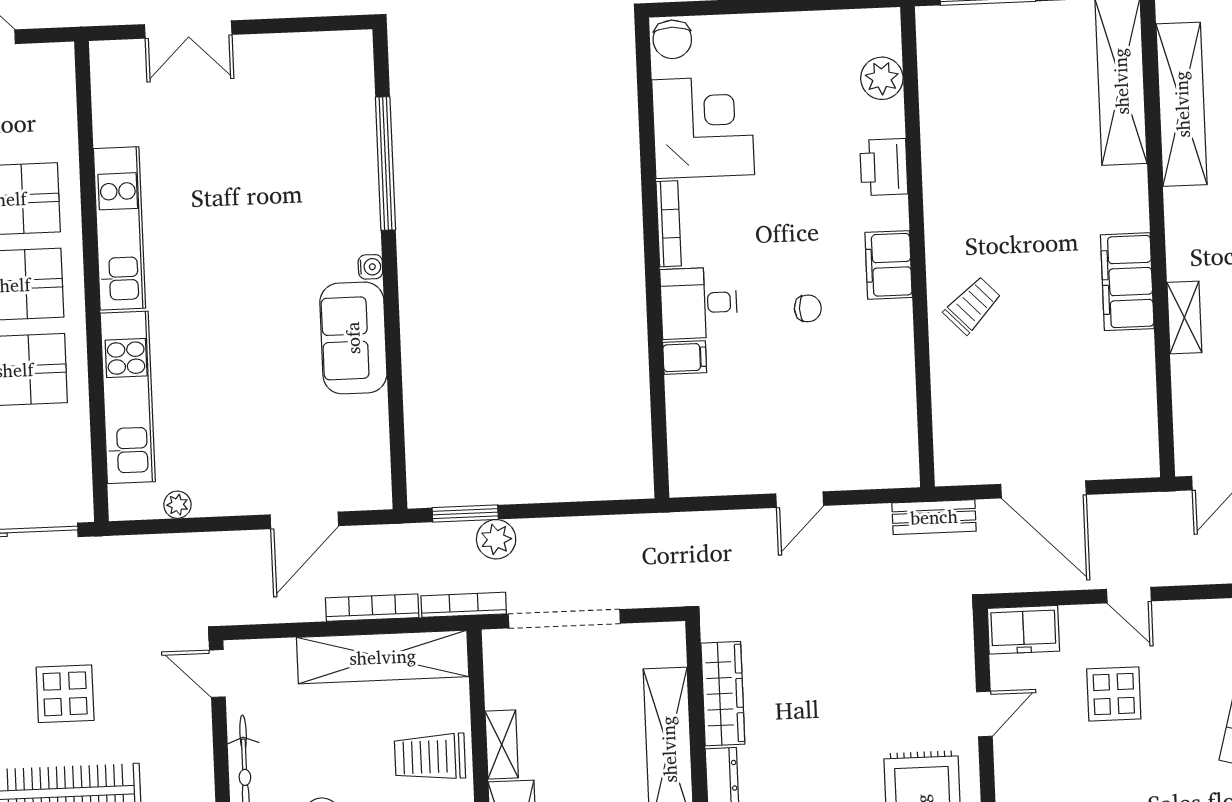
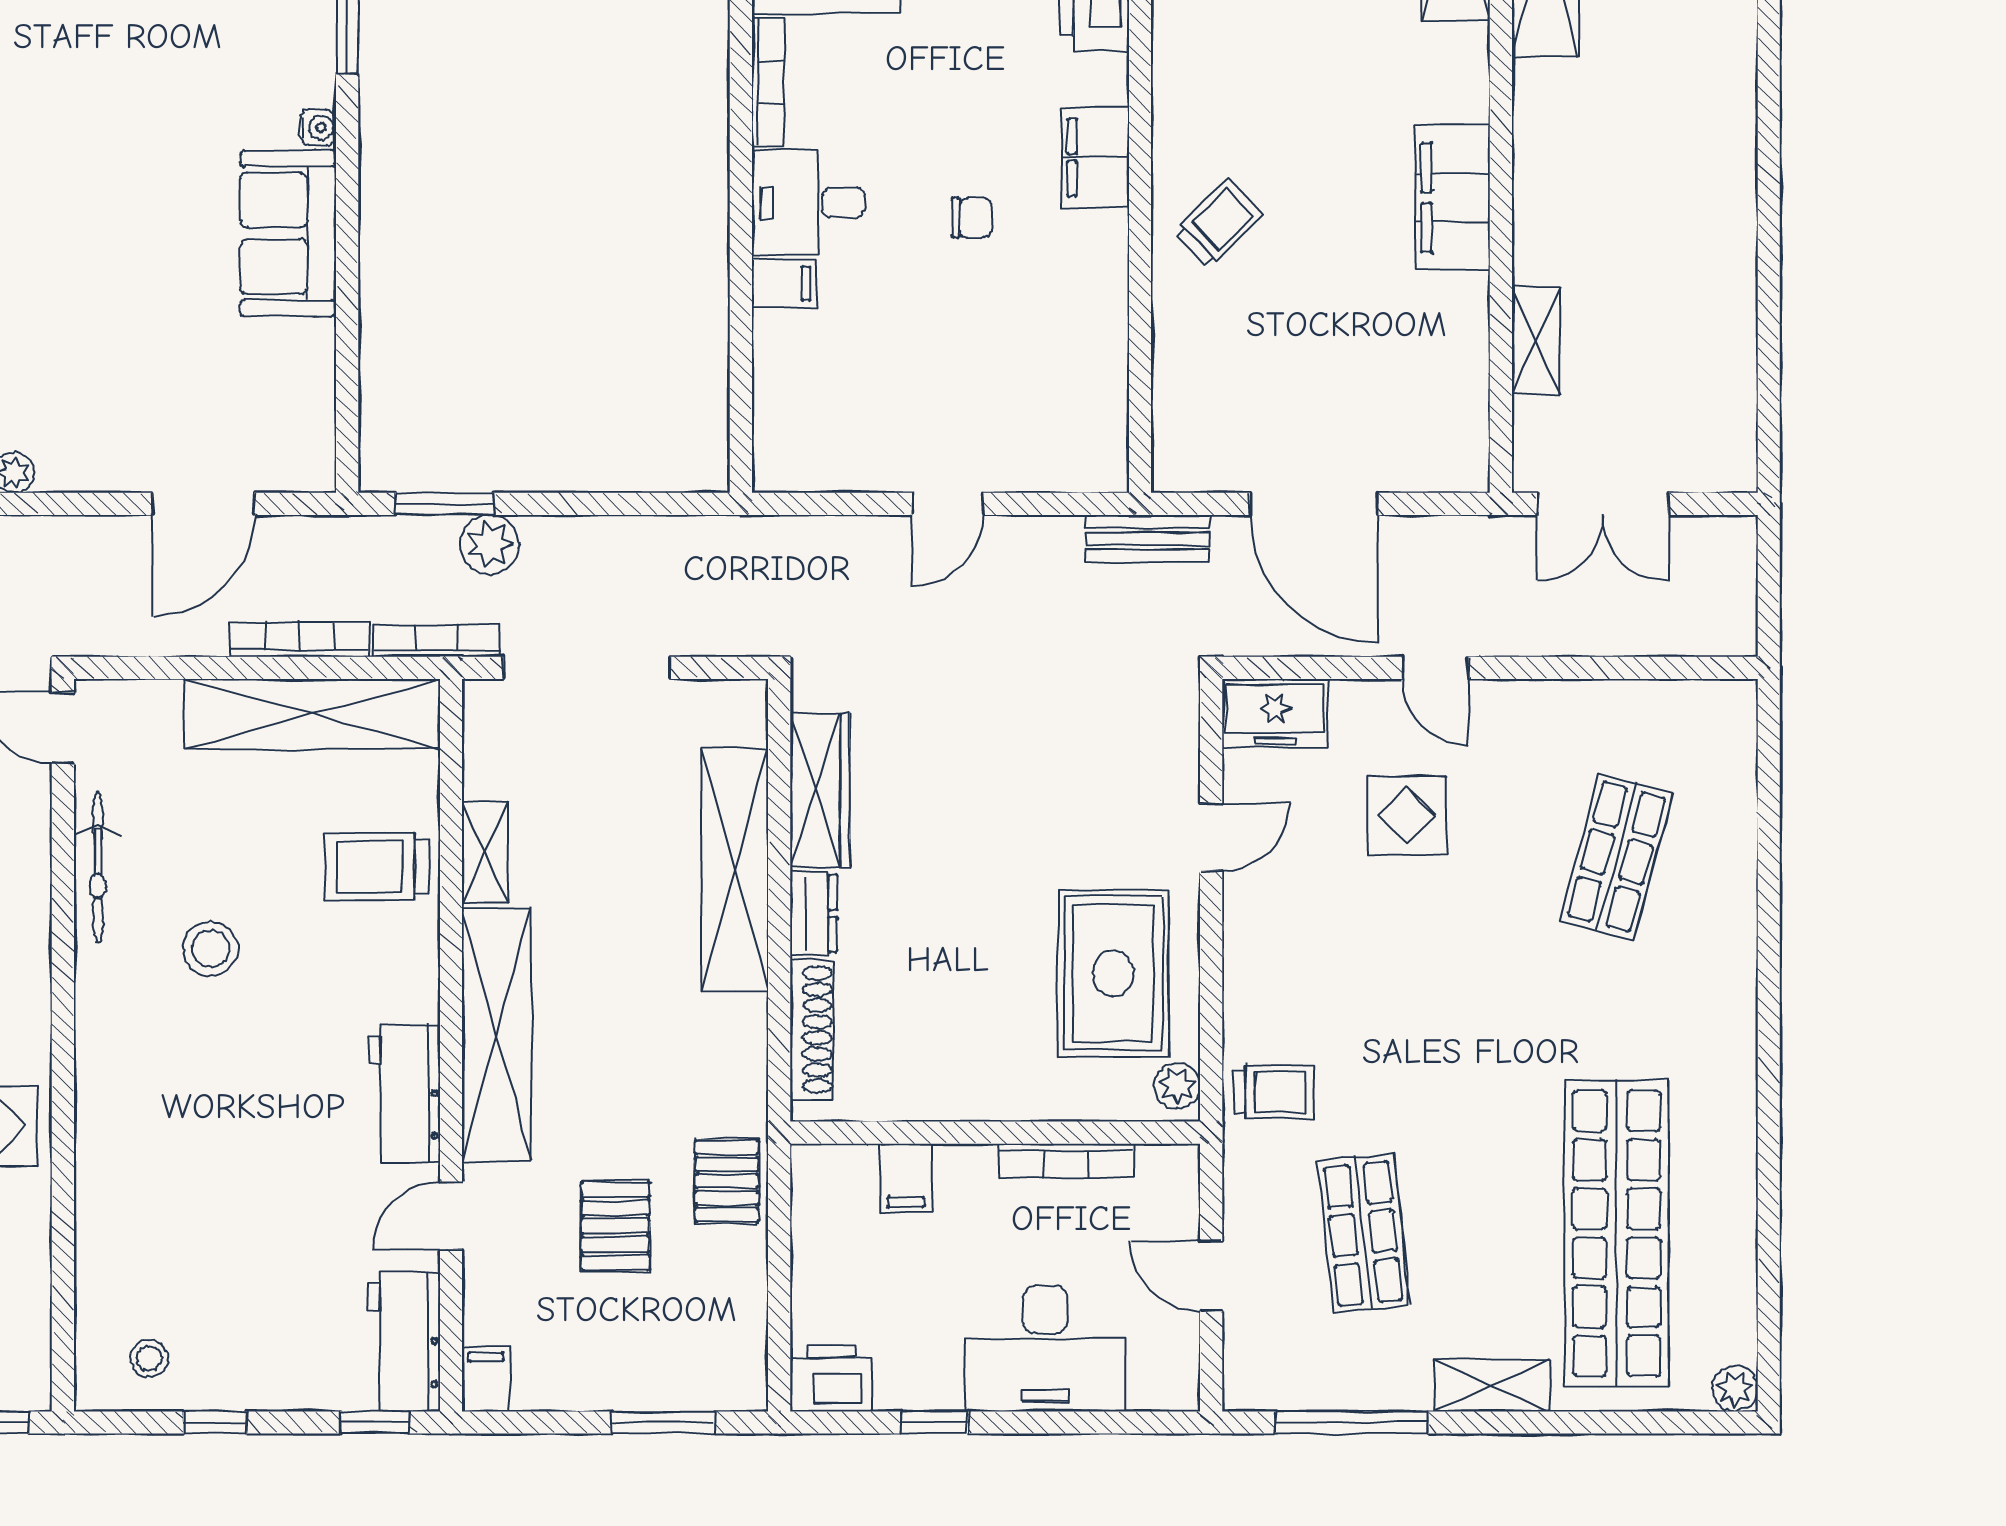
shelving: (1184, 317) -> (1536, 341), moved

